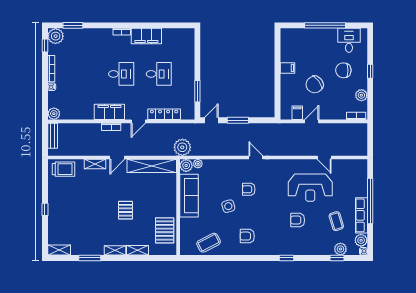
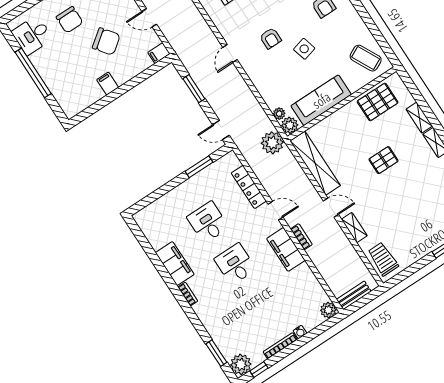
filing cabinet: (297, 113) -> (159, 53), moved
window: (238, 120) -> (194, 89), moved
coffee table: (209, 243) -> (366, 58), moved

